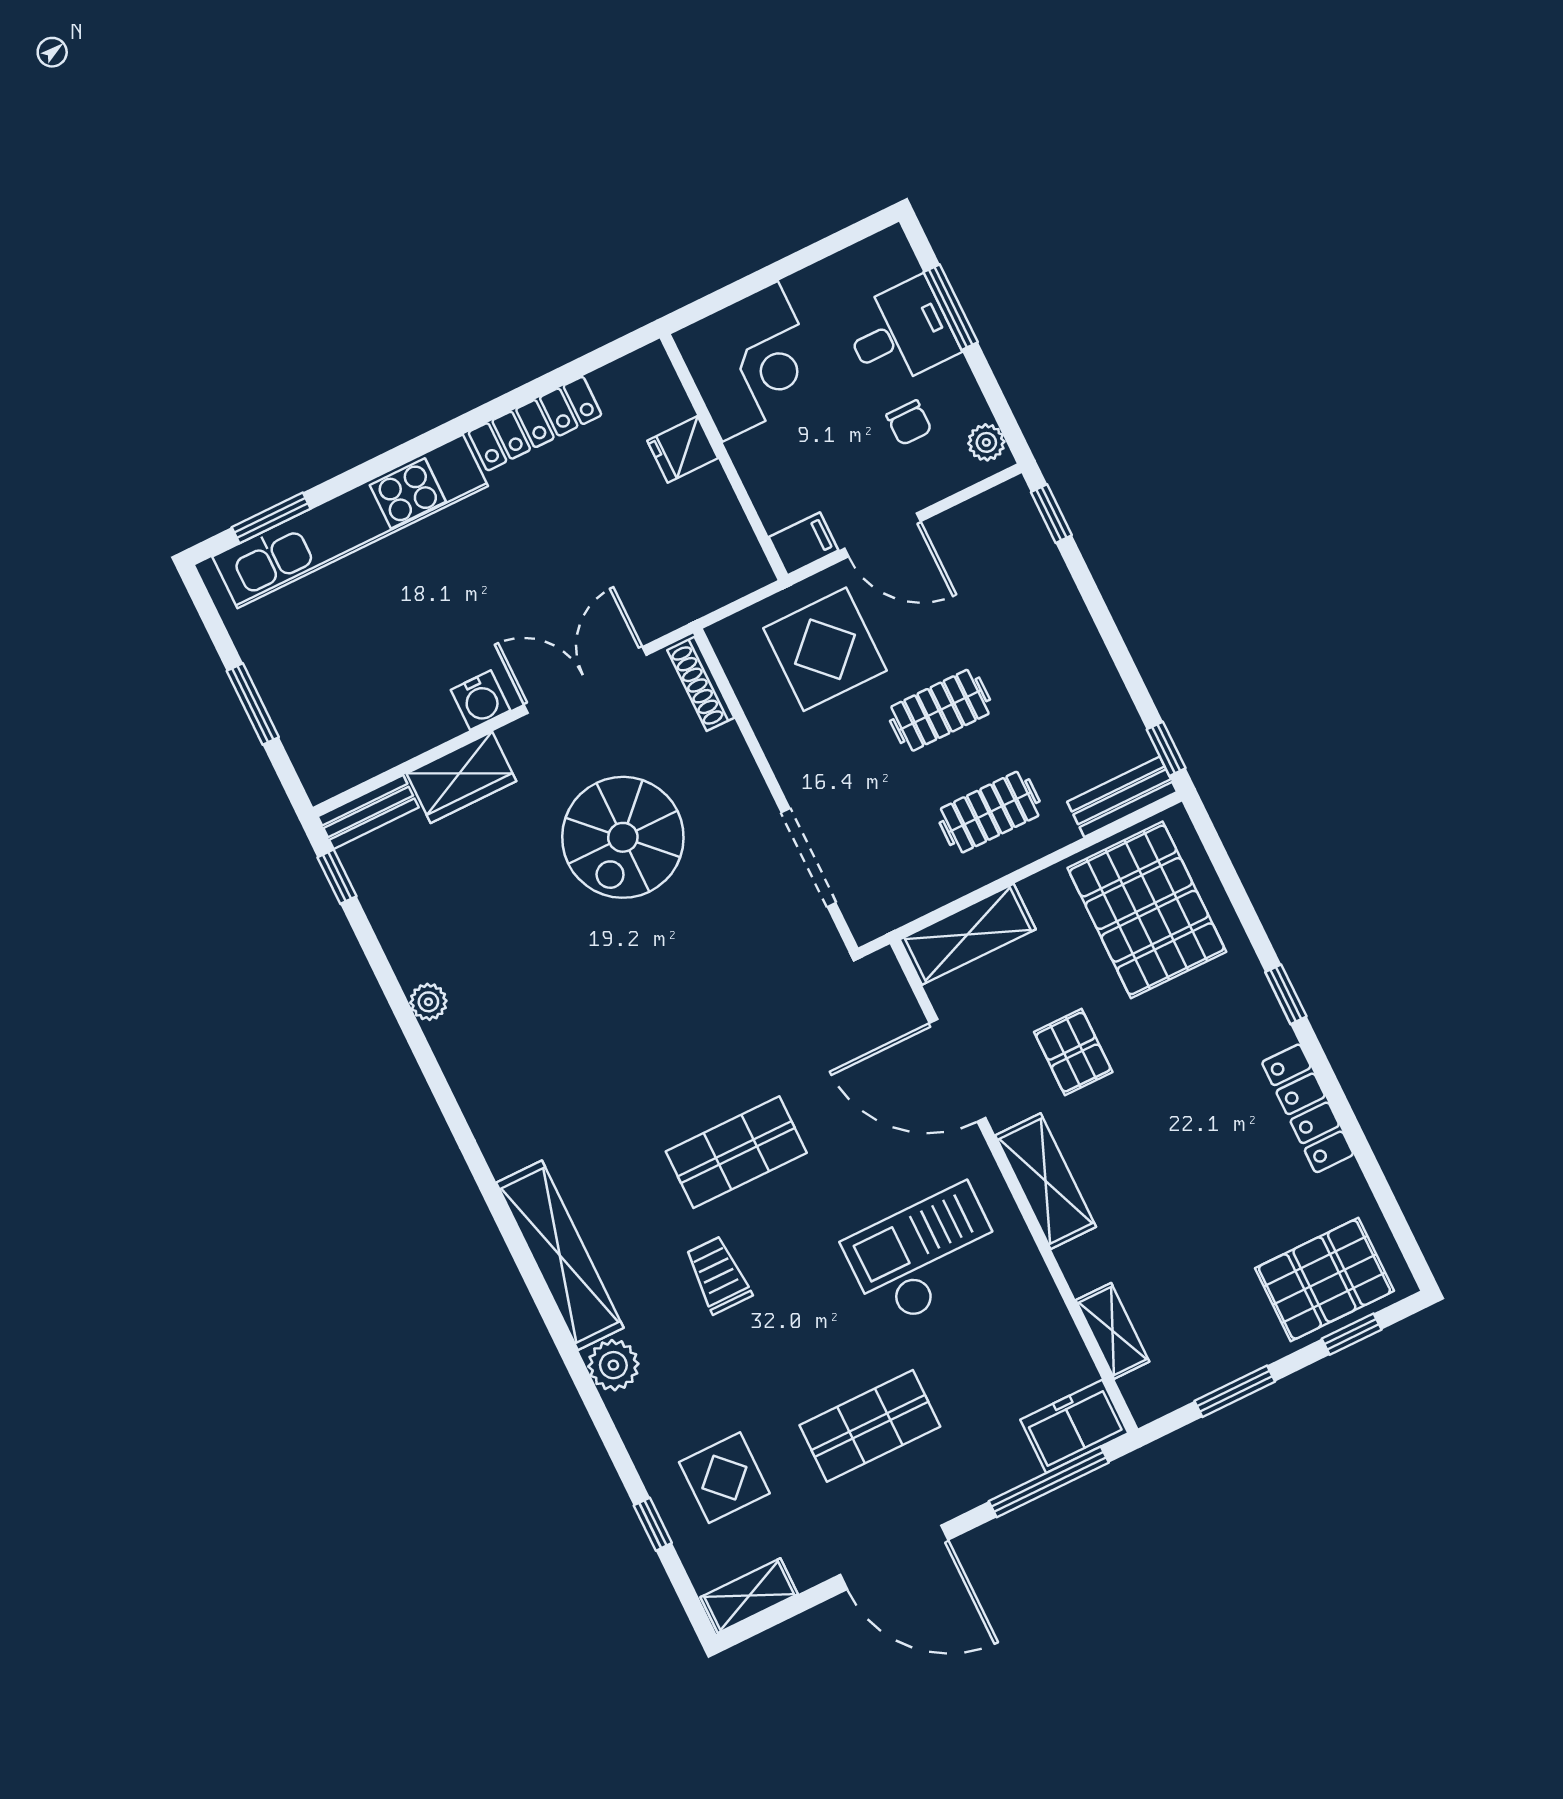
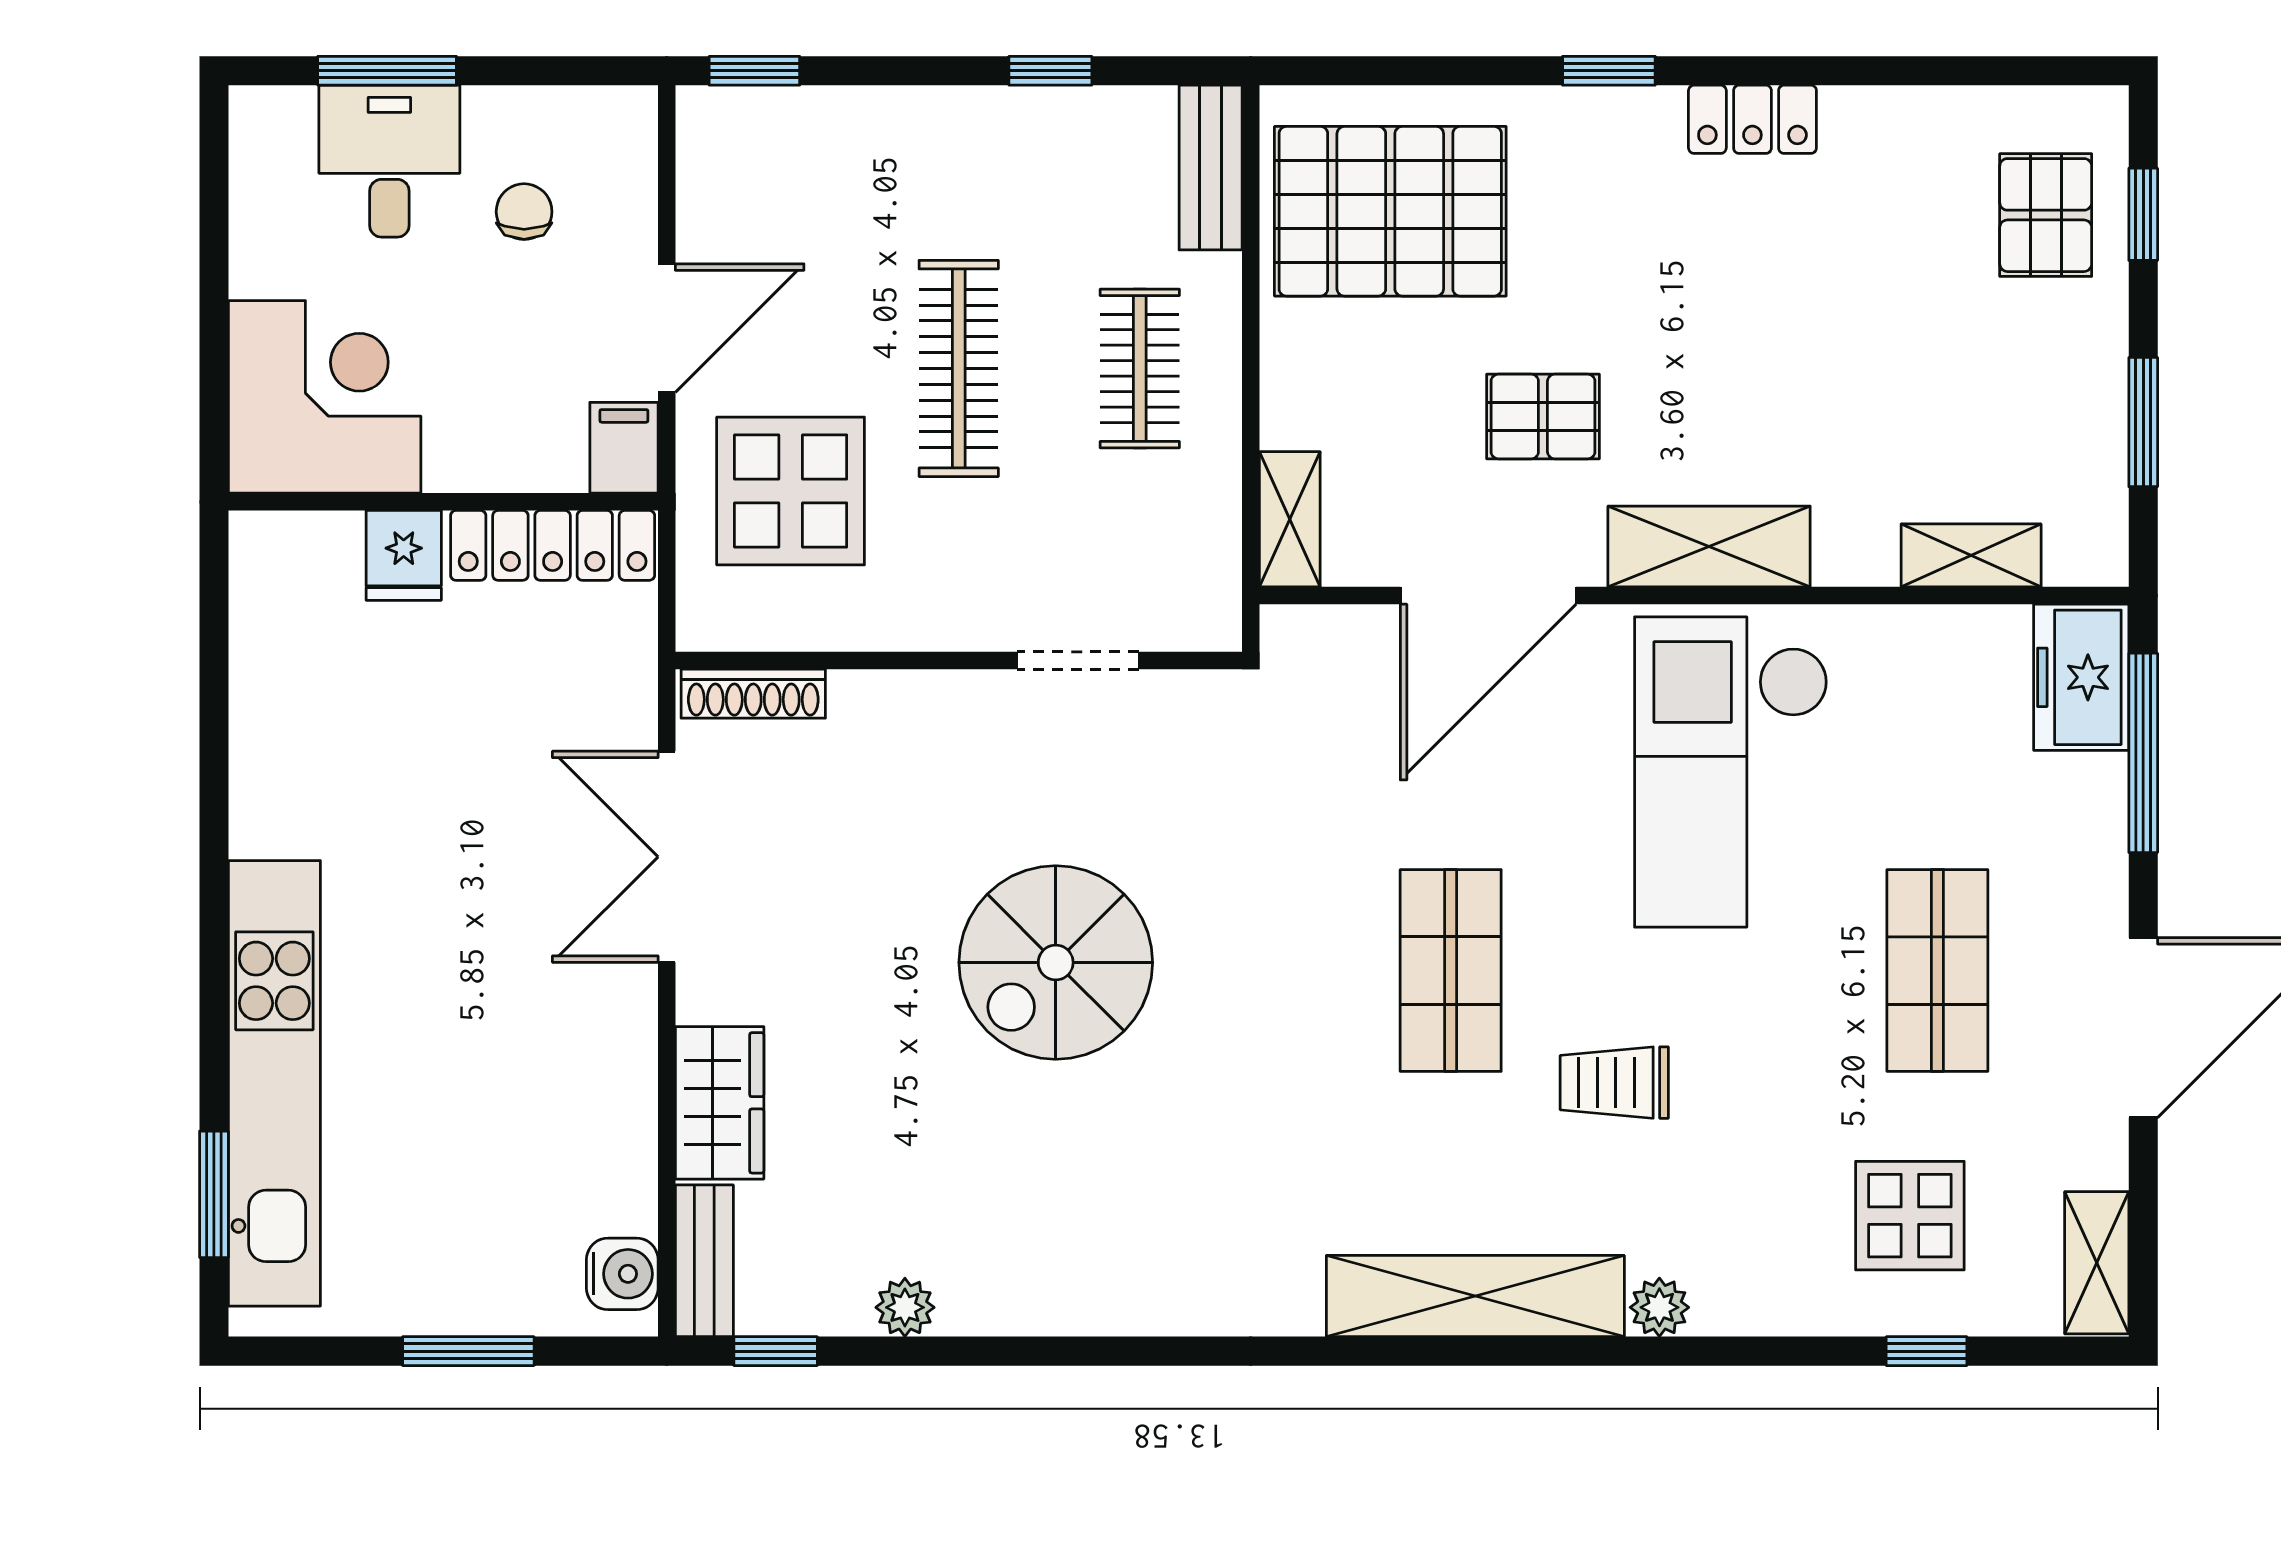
chair: (909, 423) -> (524, 212), turned -90
locker: (535, 424) -> (553, 545), moved, turned 90
plant: (986, 442) -> (607, 114), removed
water cooler: (480, 700) -> (622, 1274), moved
clothes rail: (940, 710) -> (959, 368), width x1.36
window: (1166, 749) -> (1050, 71), moved
spiral stairs: (623, 837) -> (1056, 963), moved, turned 90
doorway: (809, 858) -> (1078, 660), width x0.73
shelving: (968, 934) -> (1290, 519), width x0.67, depth x0.75
plant: (428, 1002) -> (905, 1307), moved
locker: (1308, 1108) -> (1752, 119), width x0.66
checkout: (925, 1256) -> (1731, 772), width x1.36, depth x1.21
pallet: (1324, 1280) -> (2046, 215), width x0.67, depth x0.71
plant: (613, 1365) -> (1659, 1307), width x0.73, depth x0.73

